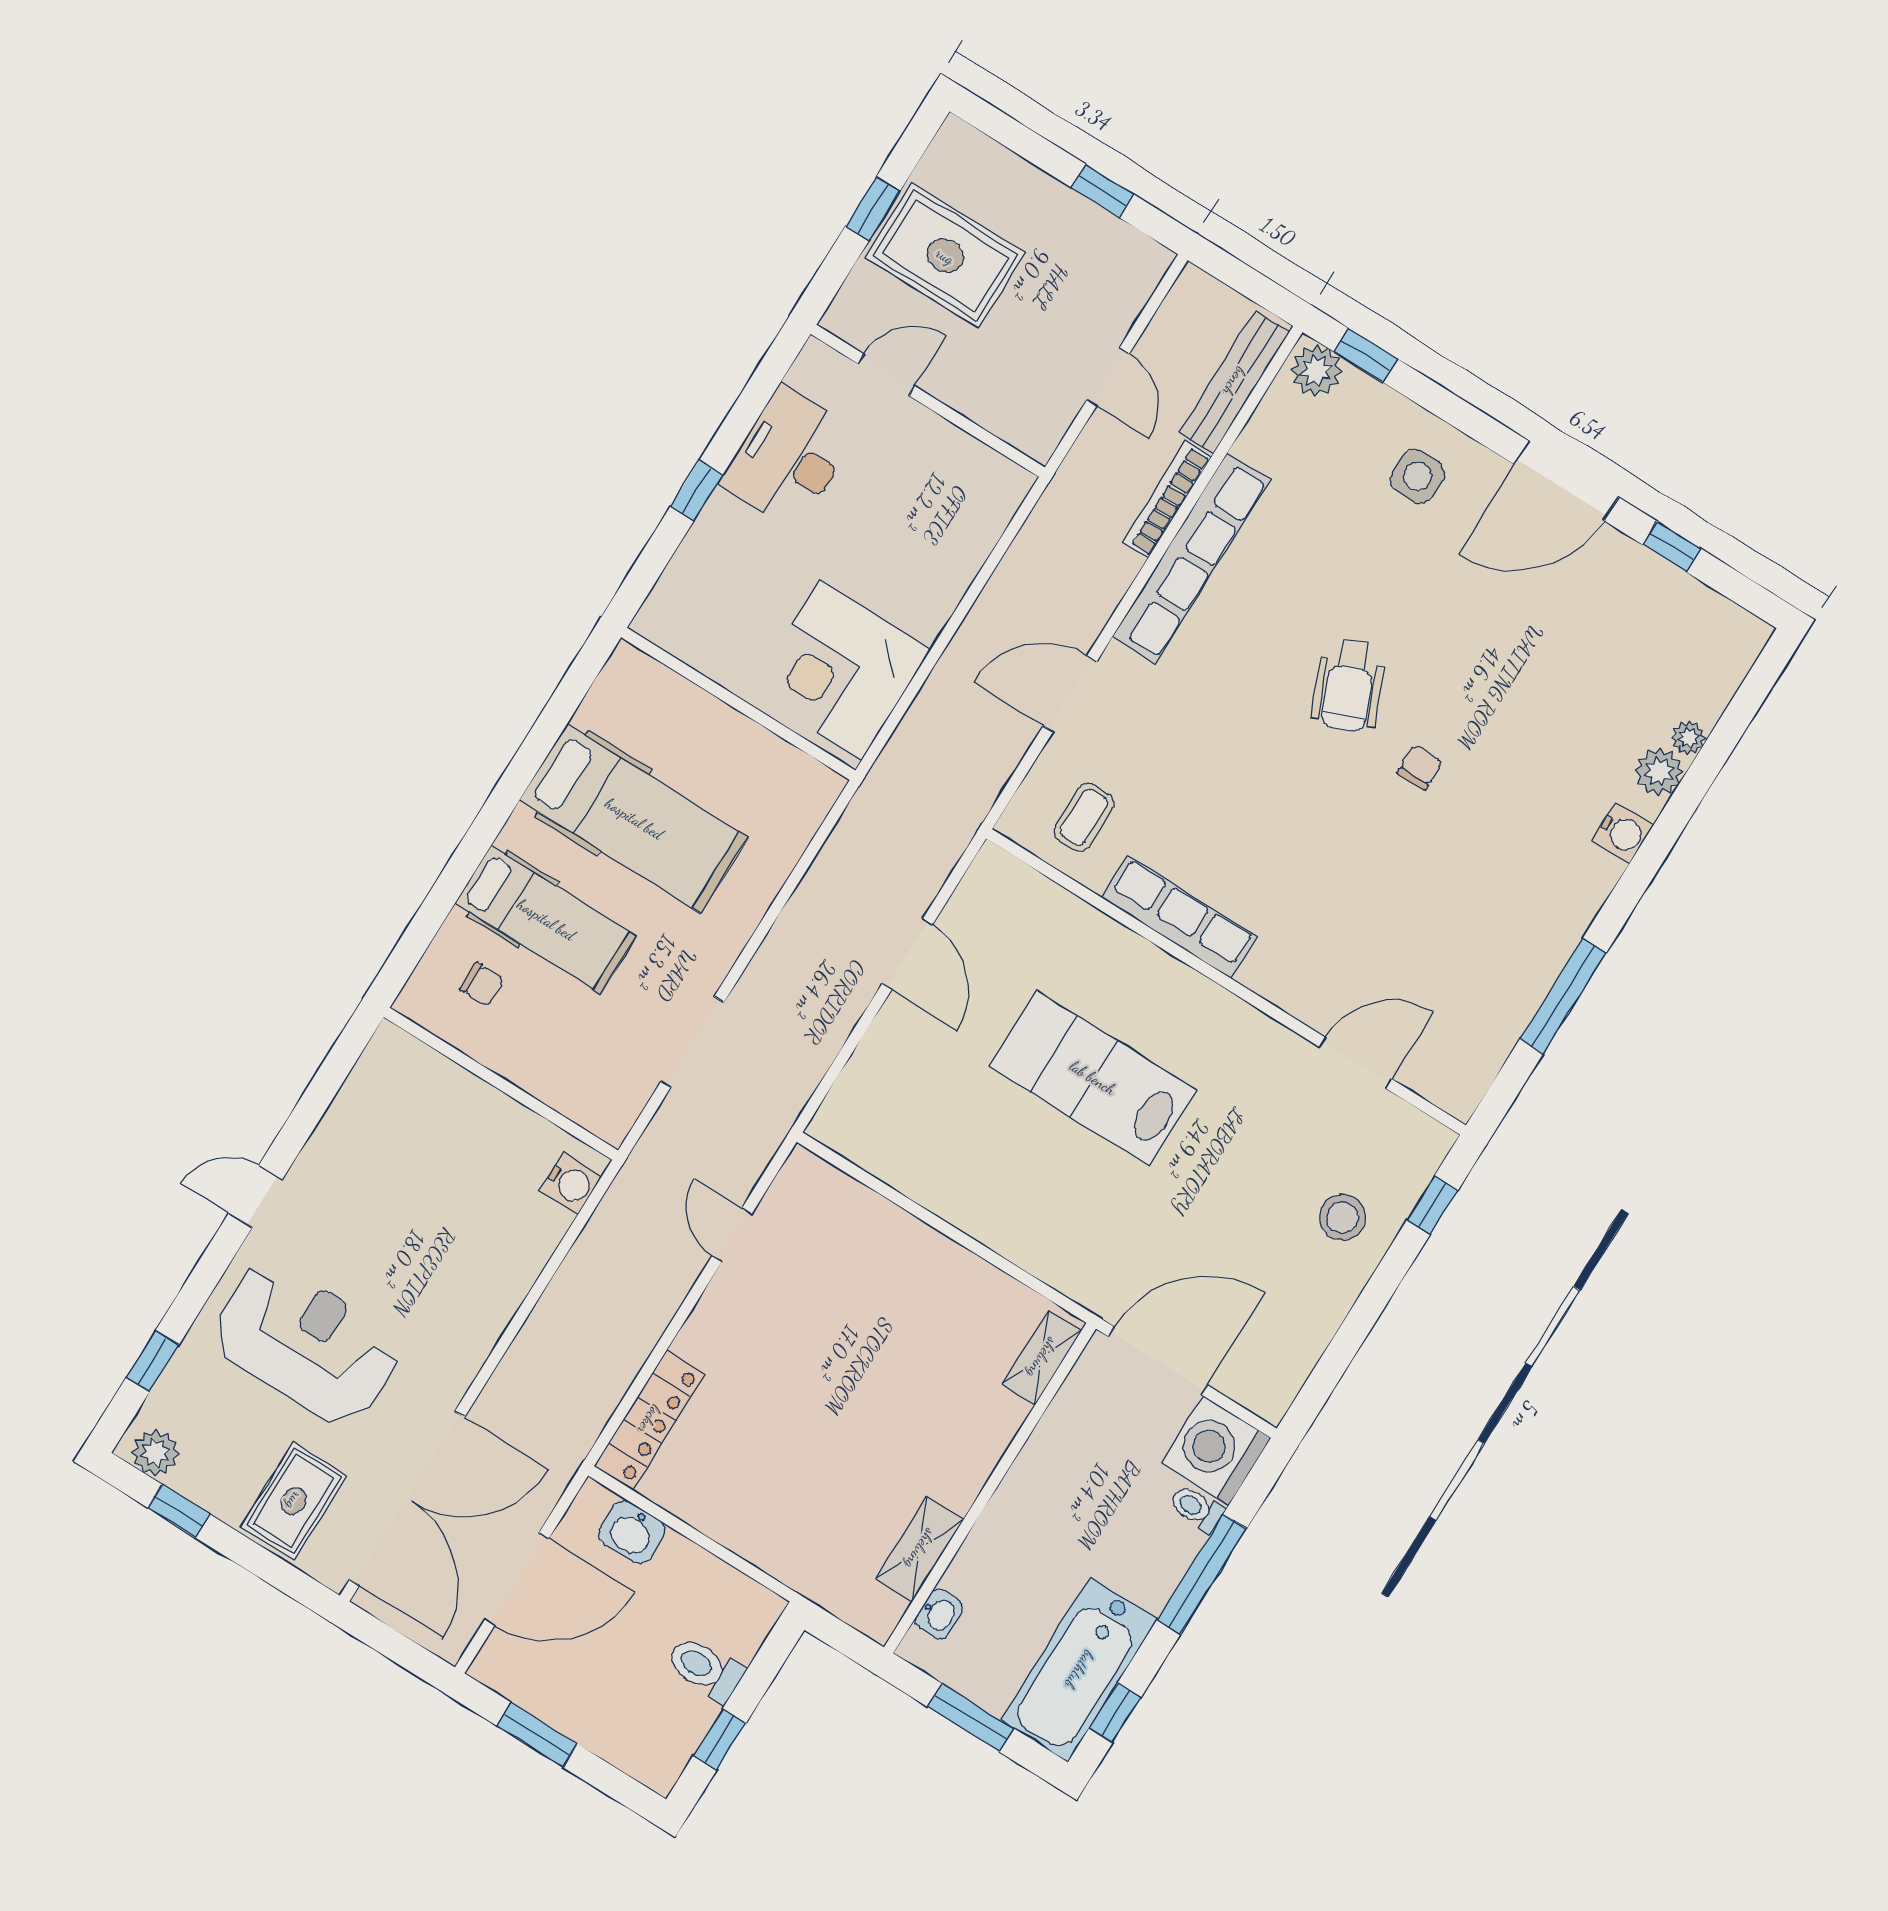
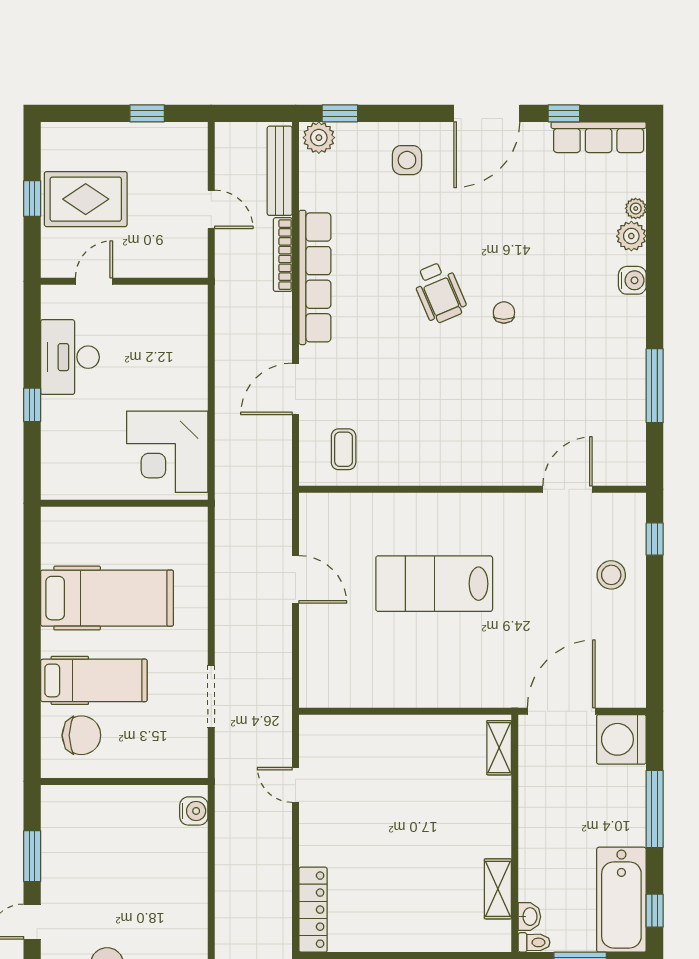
row of seats: (1179, 917) -> (599, 137), moved, turned 180
chair: (482, 984) -> (81, 735), width x1.87, depth x1.87
window: (311, 1107) -> (32, 856), added
toilet: (1197, 1508) -> (534, 942), moved, turned 180

